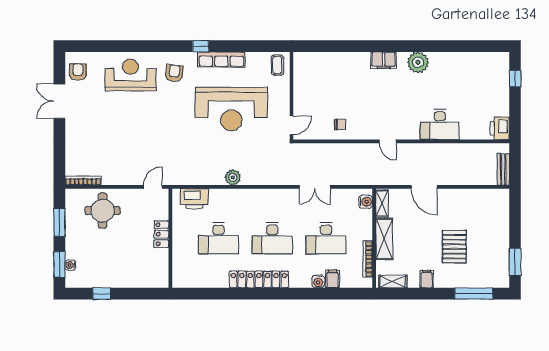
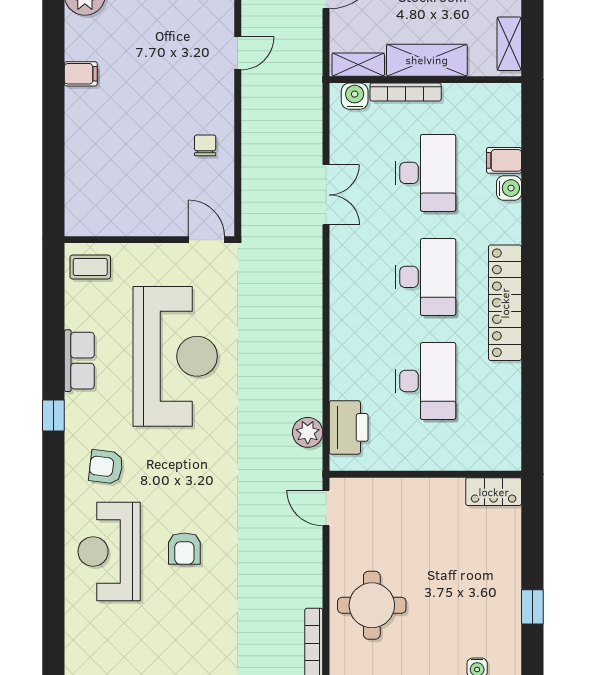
row of seats: (221, 59) -> (79, 361), width x0.68
filing cabinet: (384, 60) -> (81, 74), width x0.50
armchair: (78, 72) -> (184, 549), moved, turned -90
plant: (233, 177) -> (308, 432), moved
locker: (161, 234) -> (494, 492), moved
bookcase: (368, 259) -> (406, 92), moved

